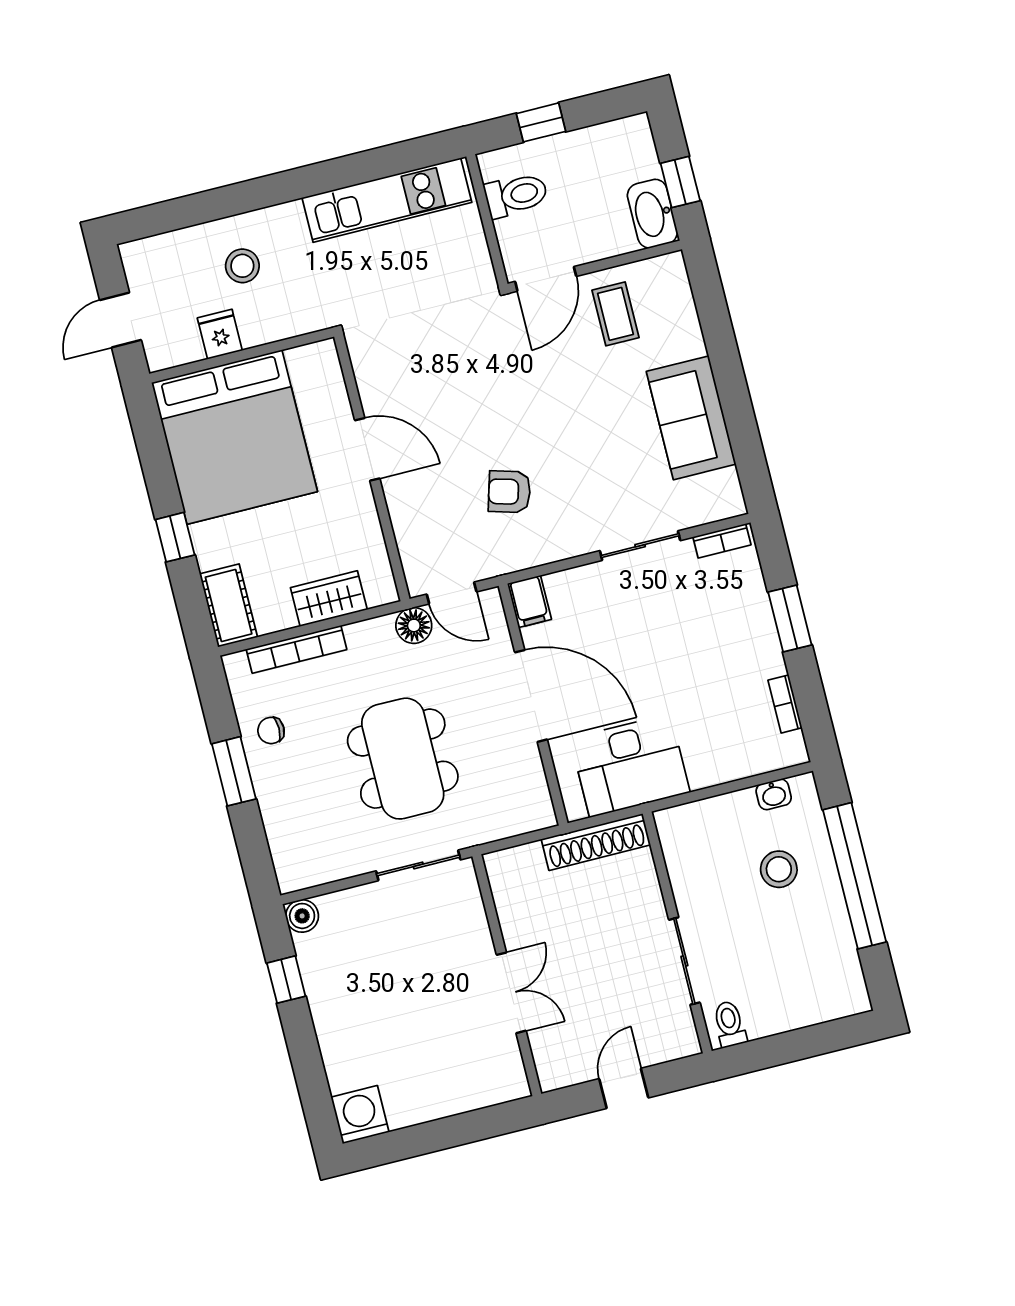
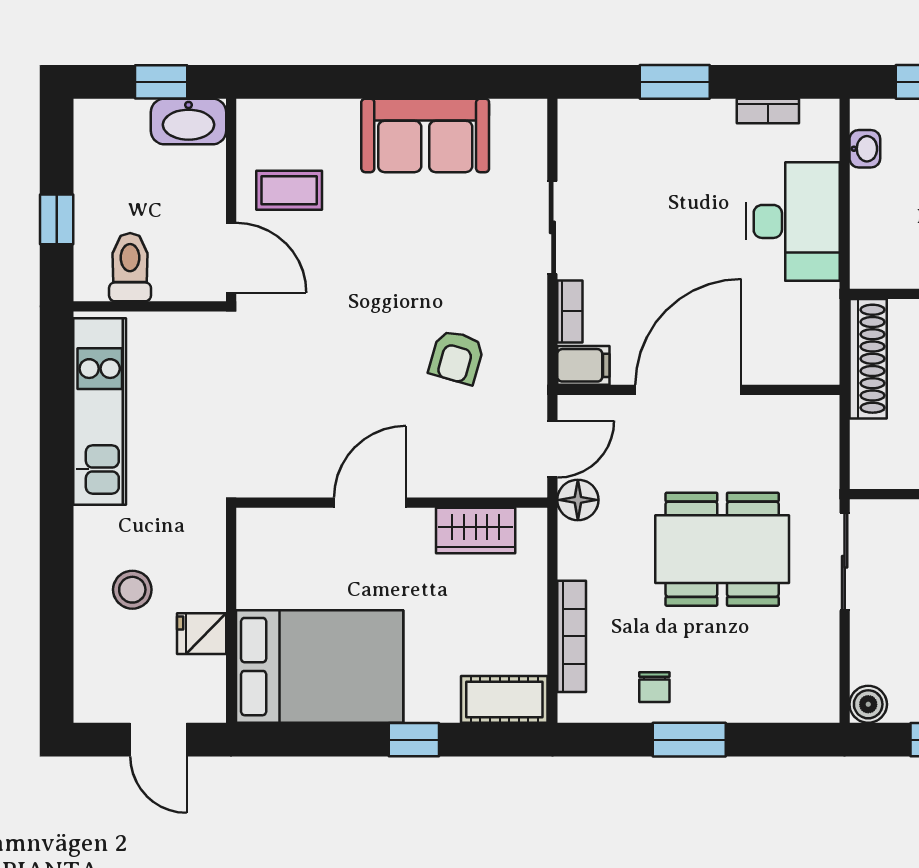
bed: (234, 437) -> (320, 667), width x0.73
bookcase: (722, 541) -> (570, 311), moved
wardrobe: (329, 599) -> (476, 530), moved, turned -90
desk: (630, 766) -> (793, 221), moved

